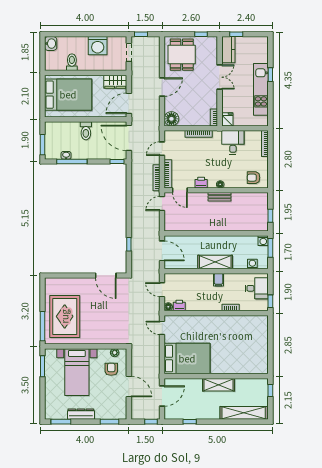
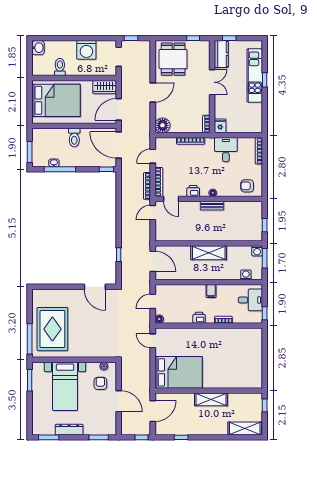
kitchen unit: (261, 89) -> (255, 75), moved
shelving: (215, 262) -> (209, 253), moved
door: (162, 290) -> (153, 301), hinge flipped
printer: (179, 305) -> (199, 318), moved
shelving: (244, 413) -> (245, 428), width x0.68

